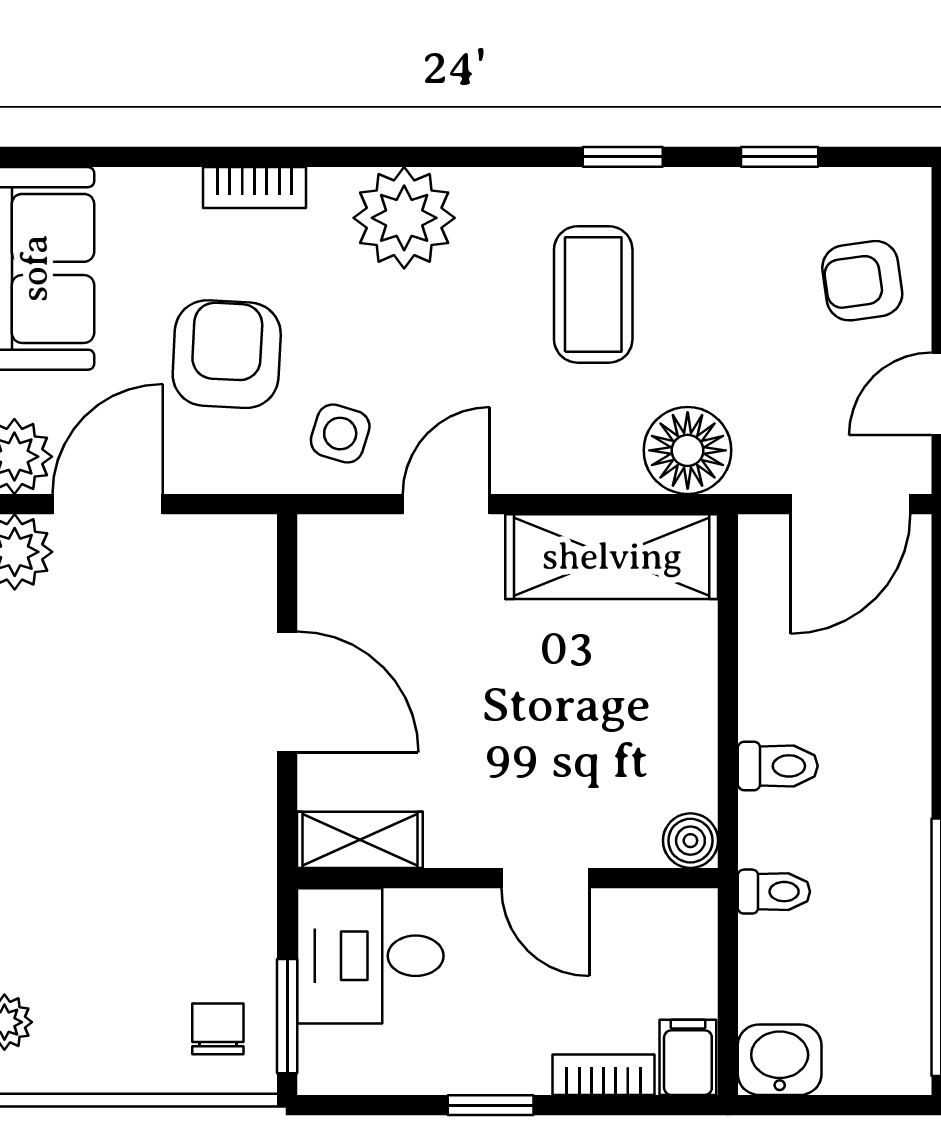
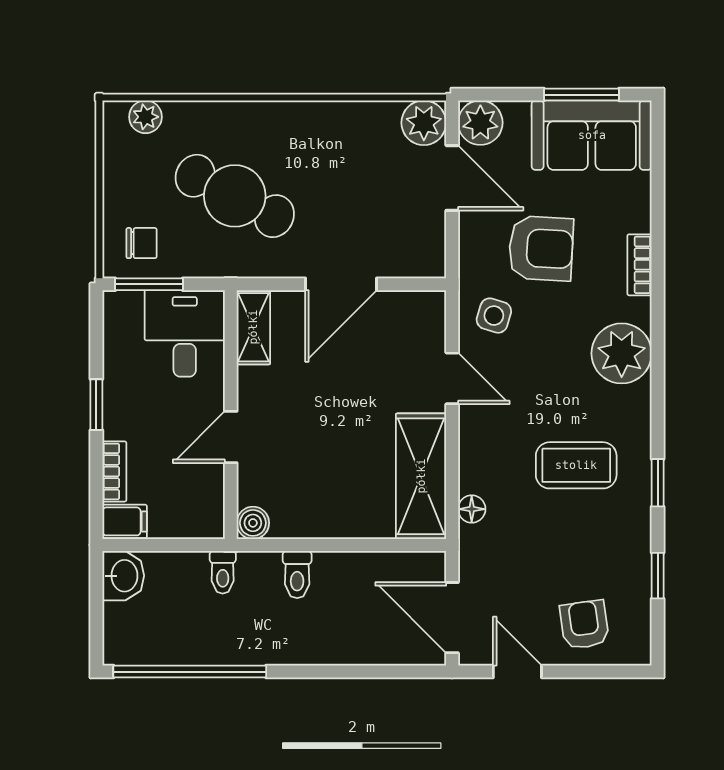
floor lamp: (688, 450) -> (472, 509), width x0.53, depth x0.53
cafe table: (138, 871) -> (235, 196), added

